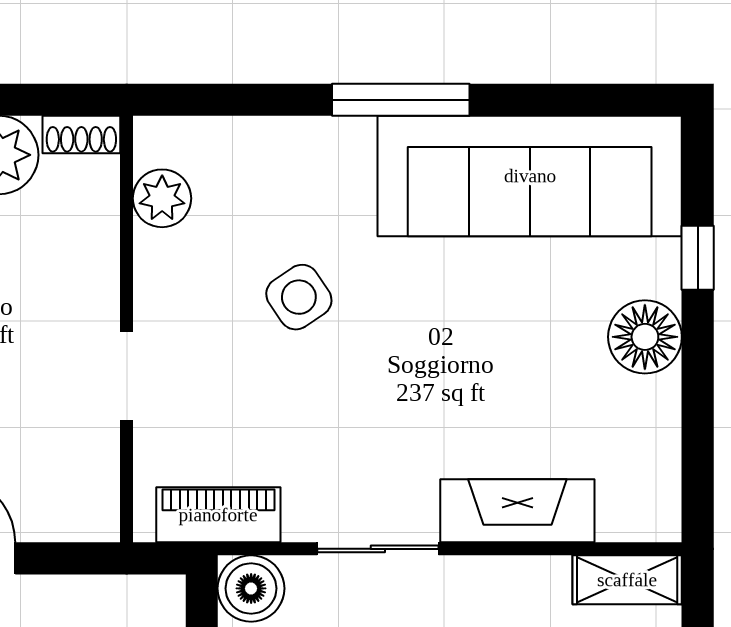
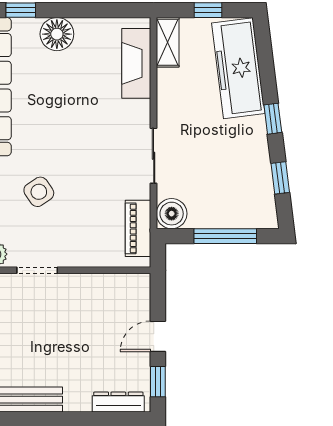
doorway: (127, 376) -> (37, 270), moved
fireplace: (517, 511) -> (136, 63), moved

